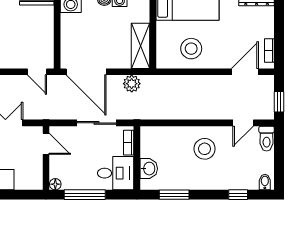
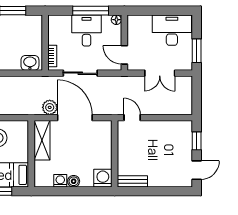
door: (86, 72) -> (75, 118), moved
washbasin: (149, 169) -> (30, 63), moved, turned 90
desk: (116, 173) -> (87, 30), moved, turned 90

